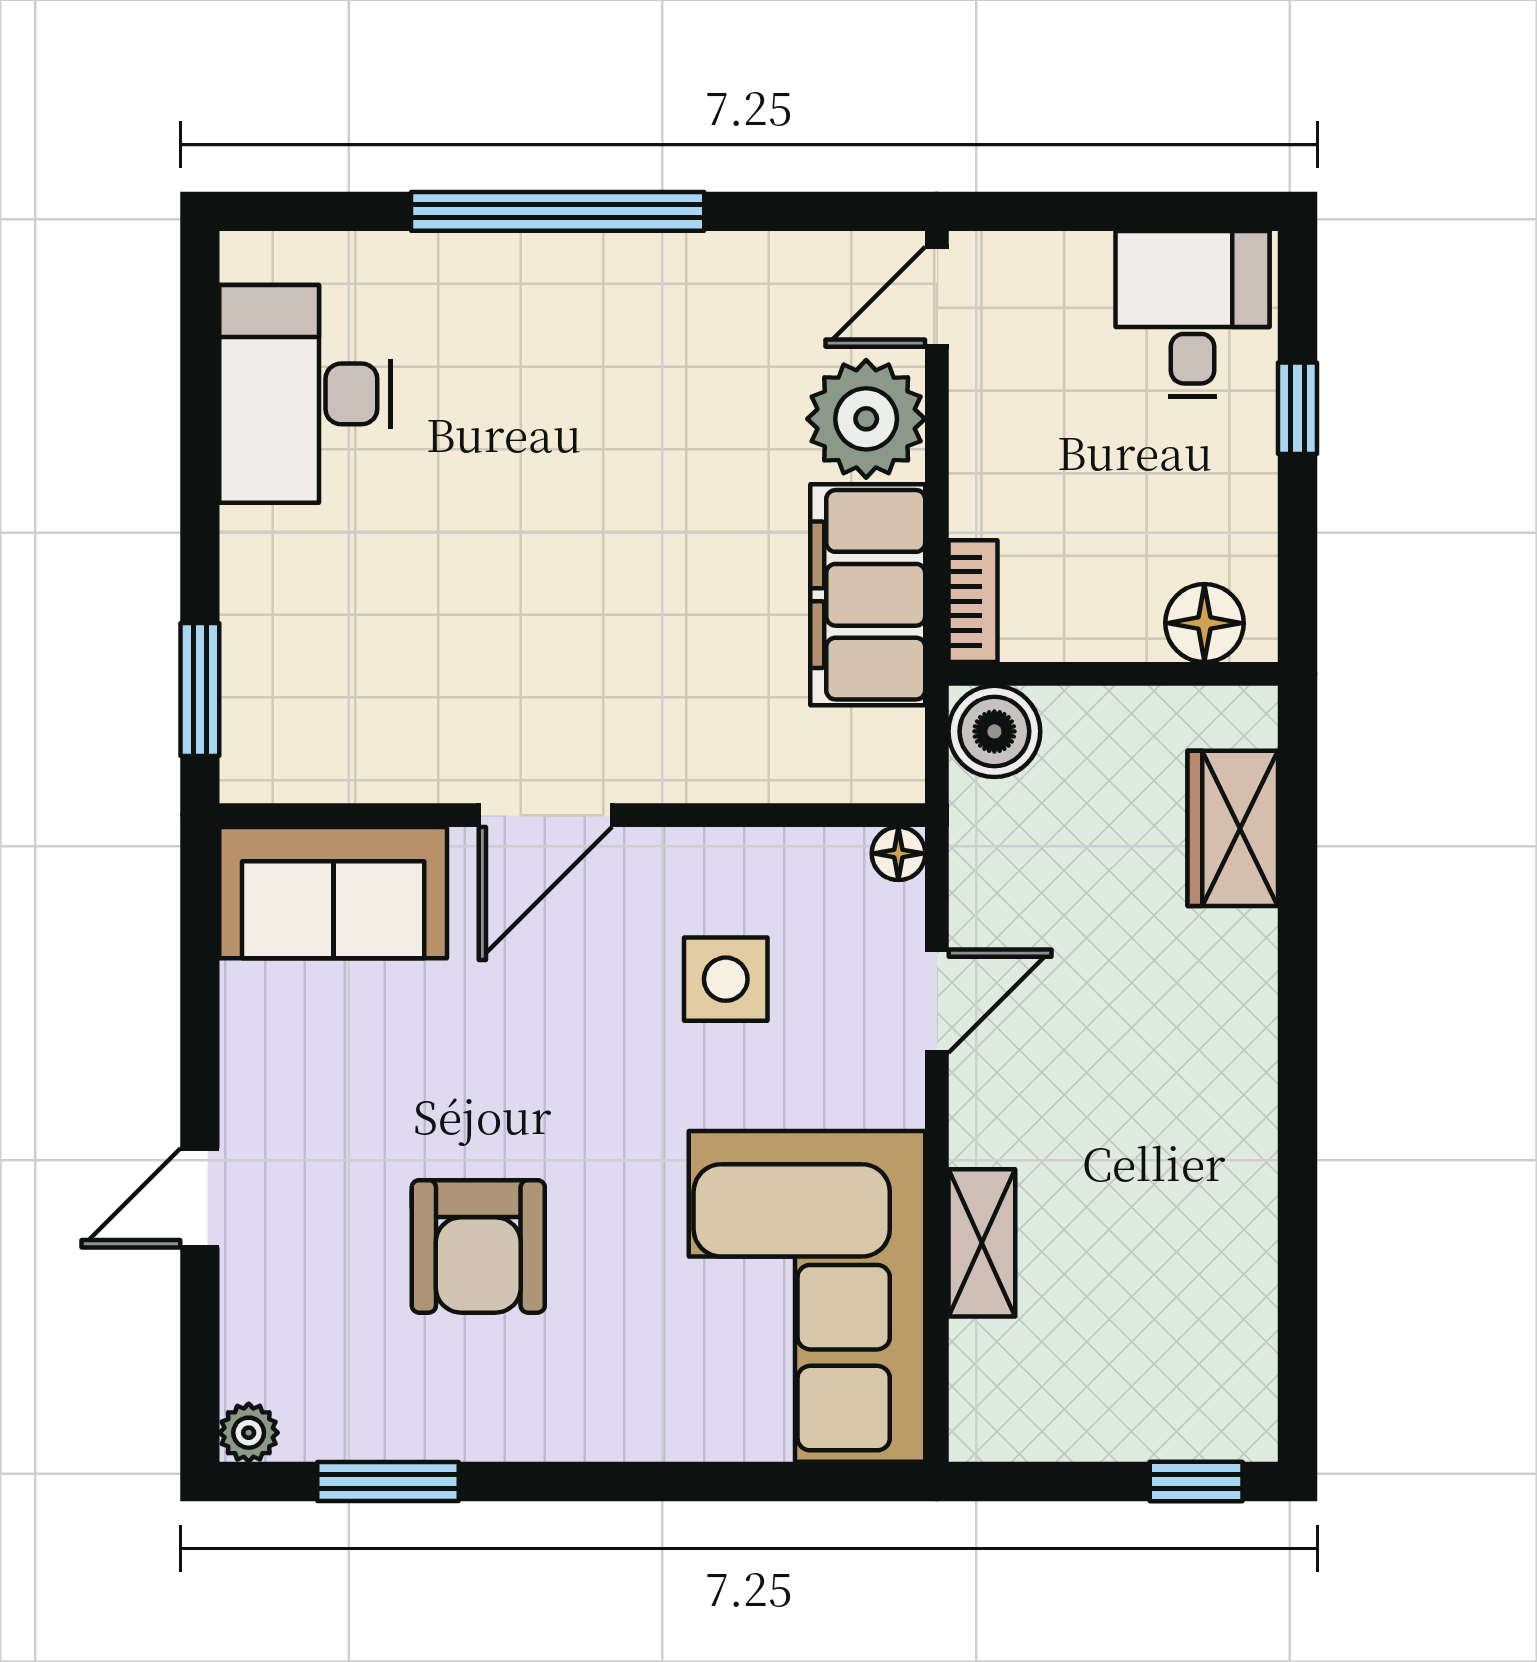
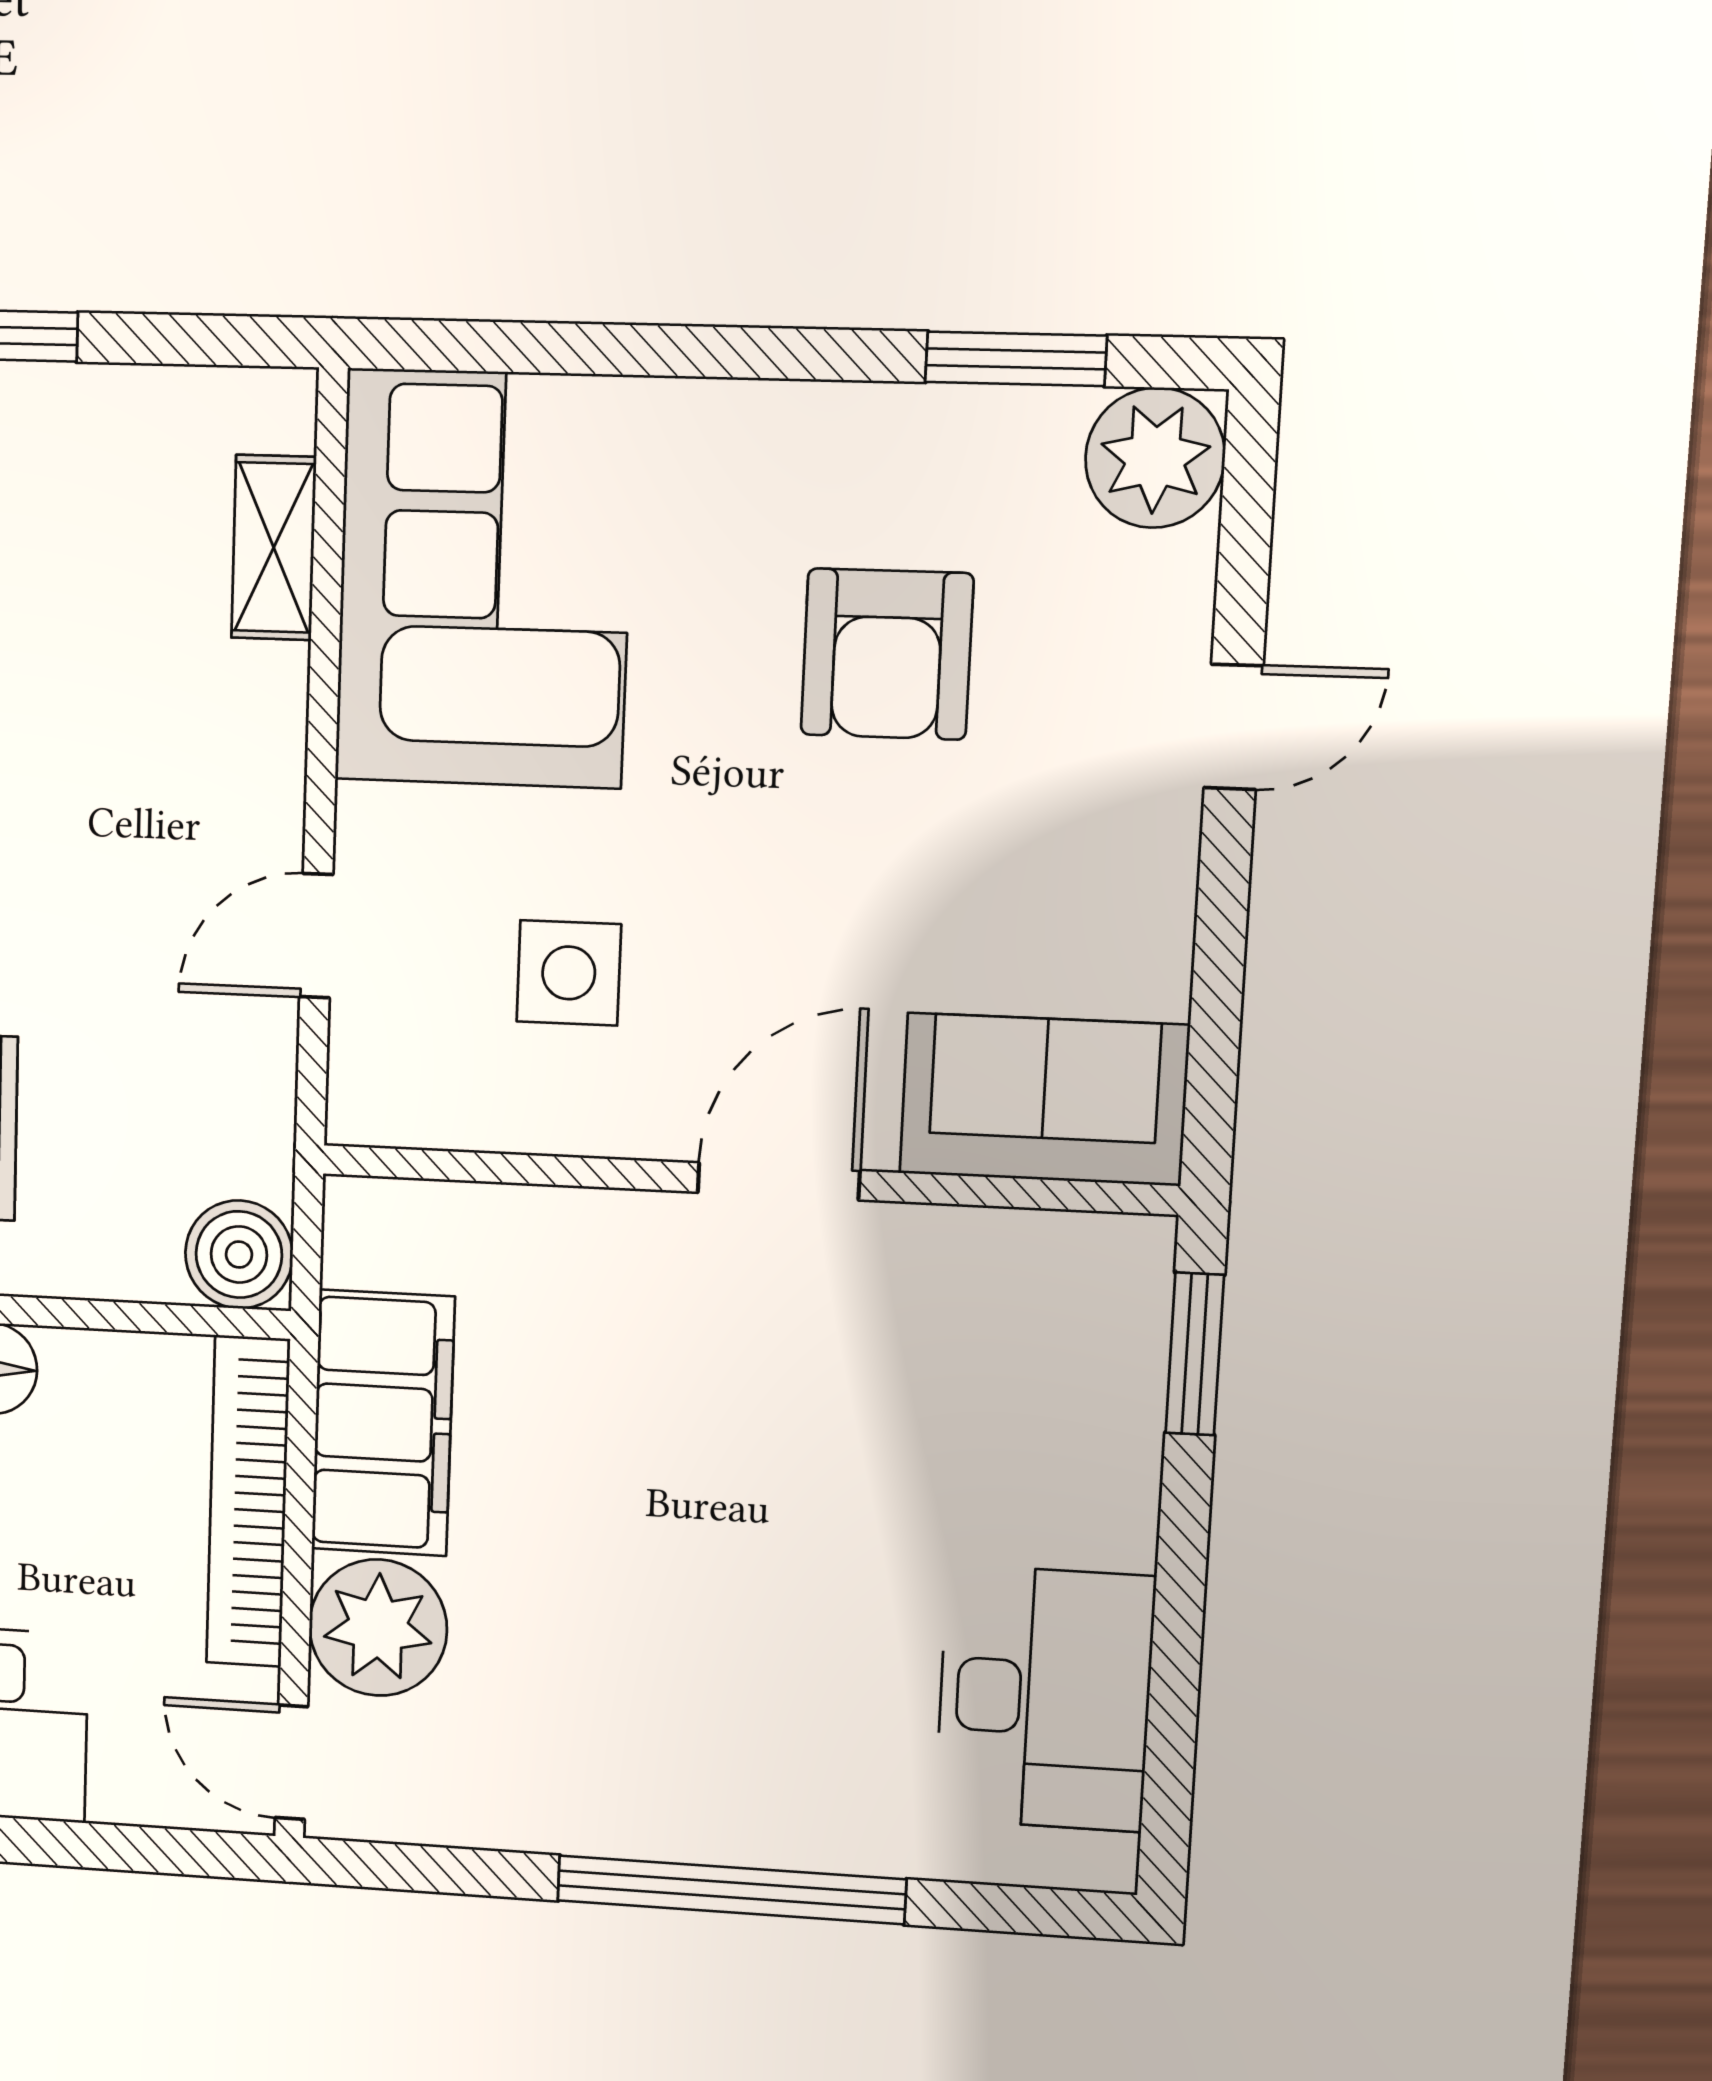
door: (937, 297) -> (291, 1762), swing flipped
bookcase: (973, 601) -> (248, 1502), width x2.31, depth x1.31
floor lamp: (898, 853) -> (357, 1115), removed
shelving: (982, 1243) -> (274, 548), moved
armchair: (478, 1246) -> (887, 654), turned 180
plant: (249, 1433) -> (1155, 458), width x1.87, depth x1.87

